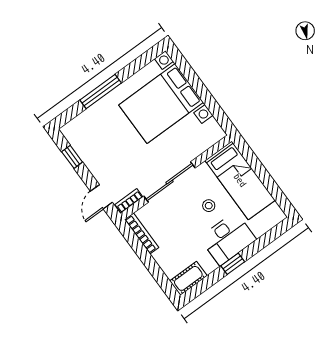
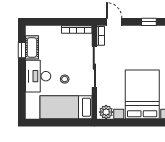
plant: (212, 130) -> (106, 112), added
window: (233, 264) -> (22, 50), moved
cot: (188, 278) -> (32, 47), moved

